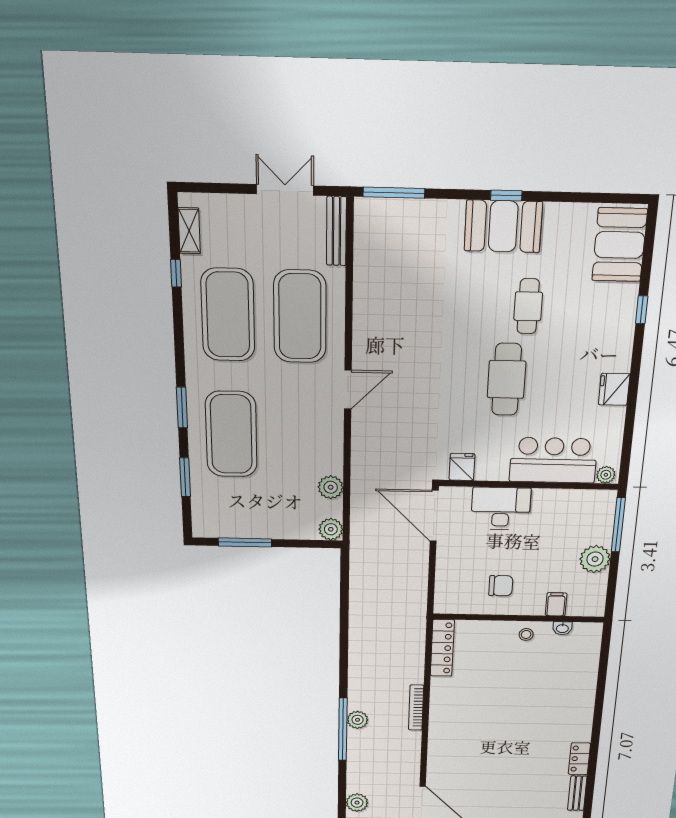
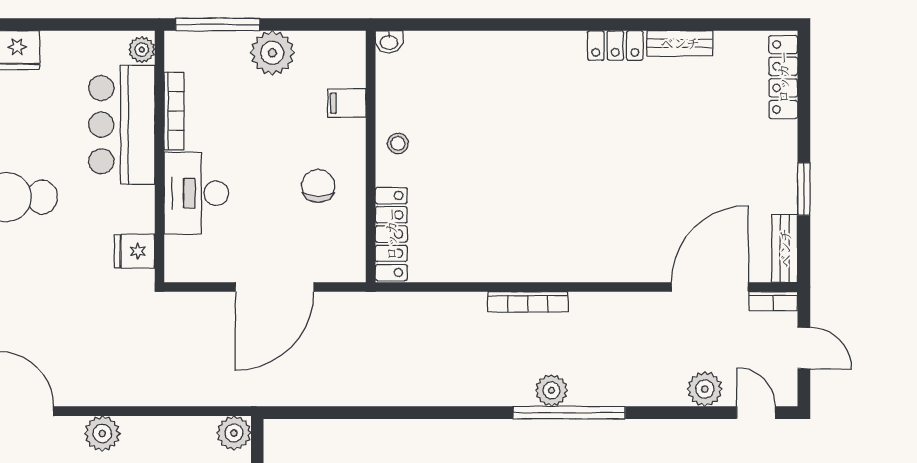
plant: (331, 487) -> (102, 434), moved
bookcase: (560, 495) -> (174, 111), added
door: (434, 516) -> (275, 287), moved
washbasin: (562, 628) -> (389, 42), moved, turned 90
locker: (442, 648) -> (391, 234), moved, turned 90

